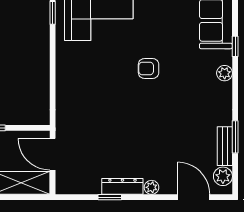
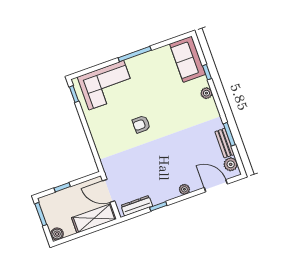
armchair: (149, 68) -> (141, 124), moved
dresser: (122, 186) -> (137, 206), moved

